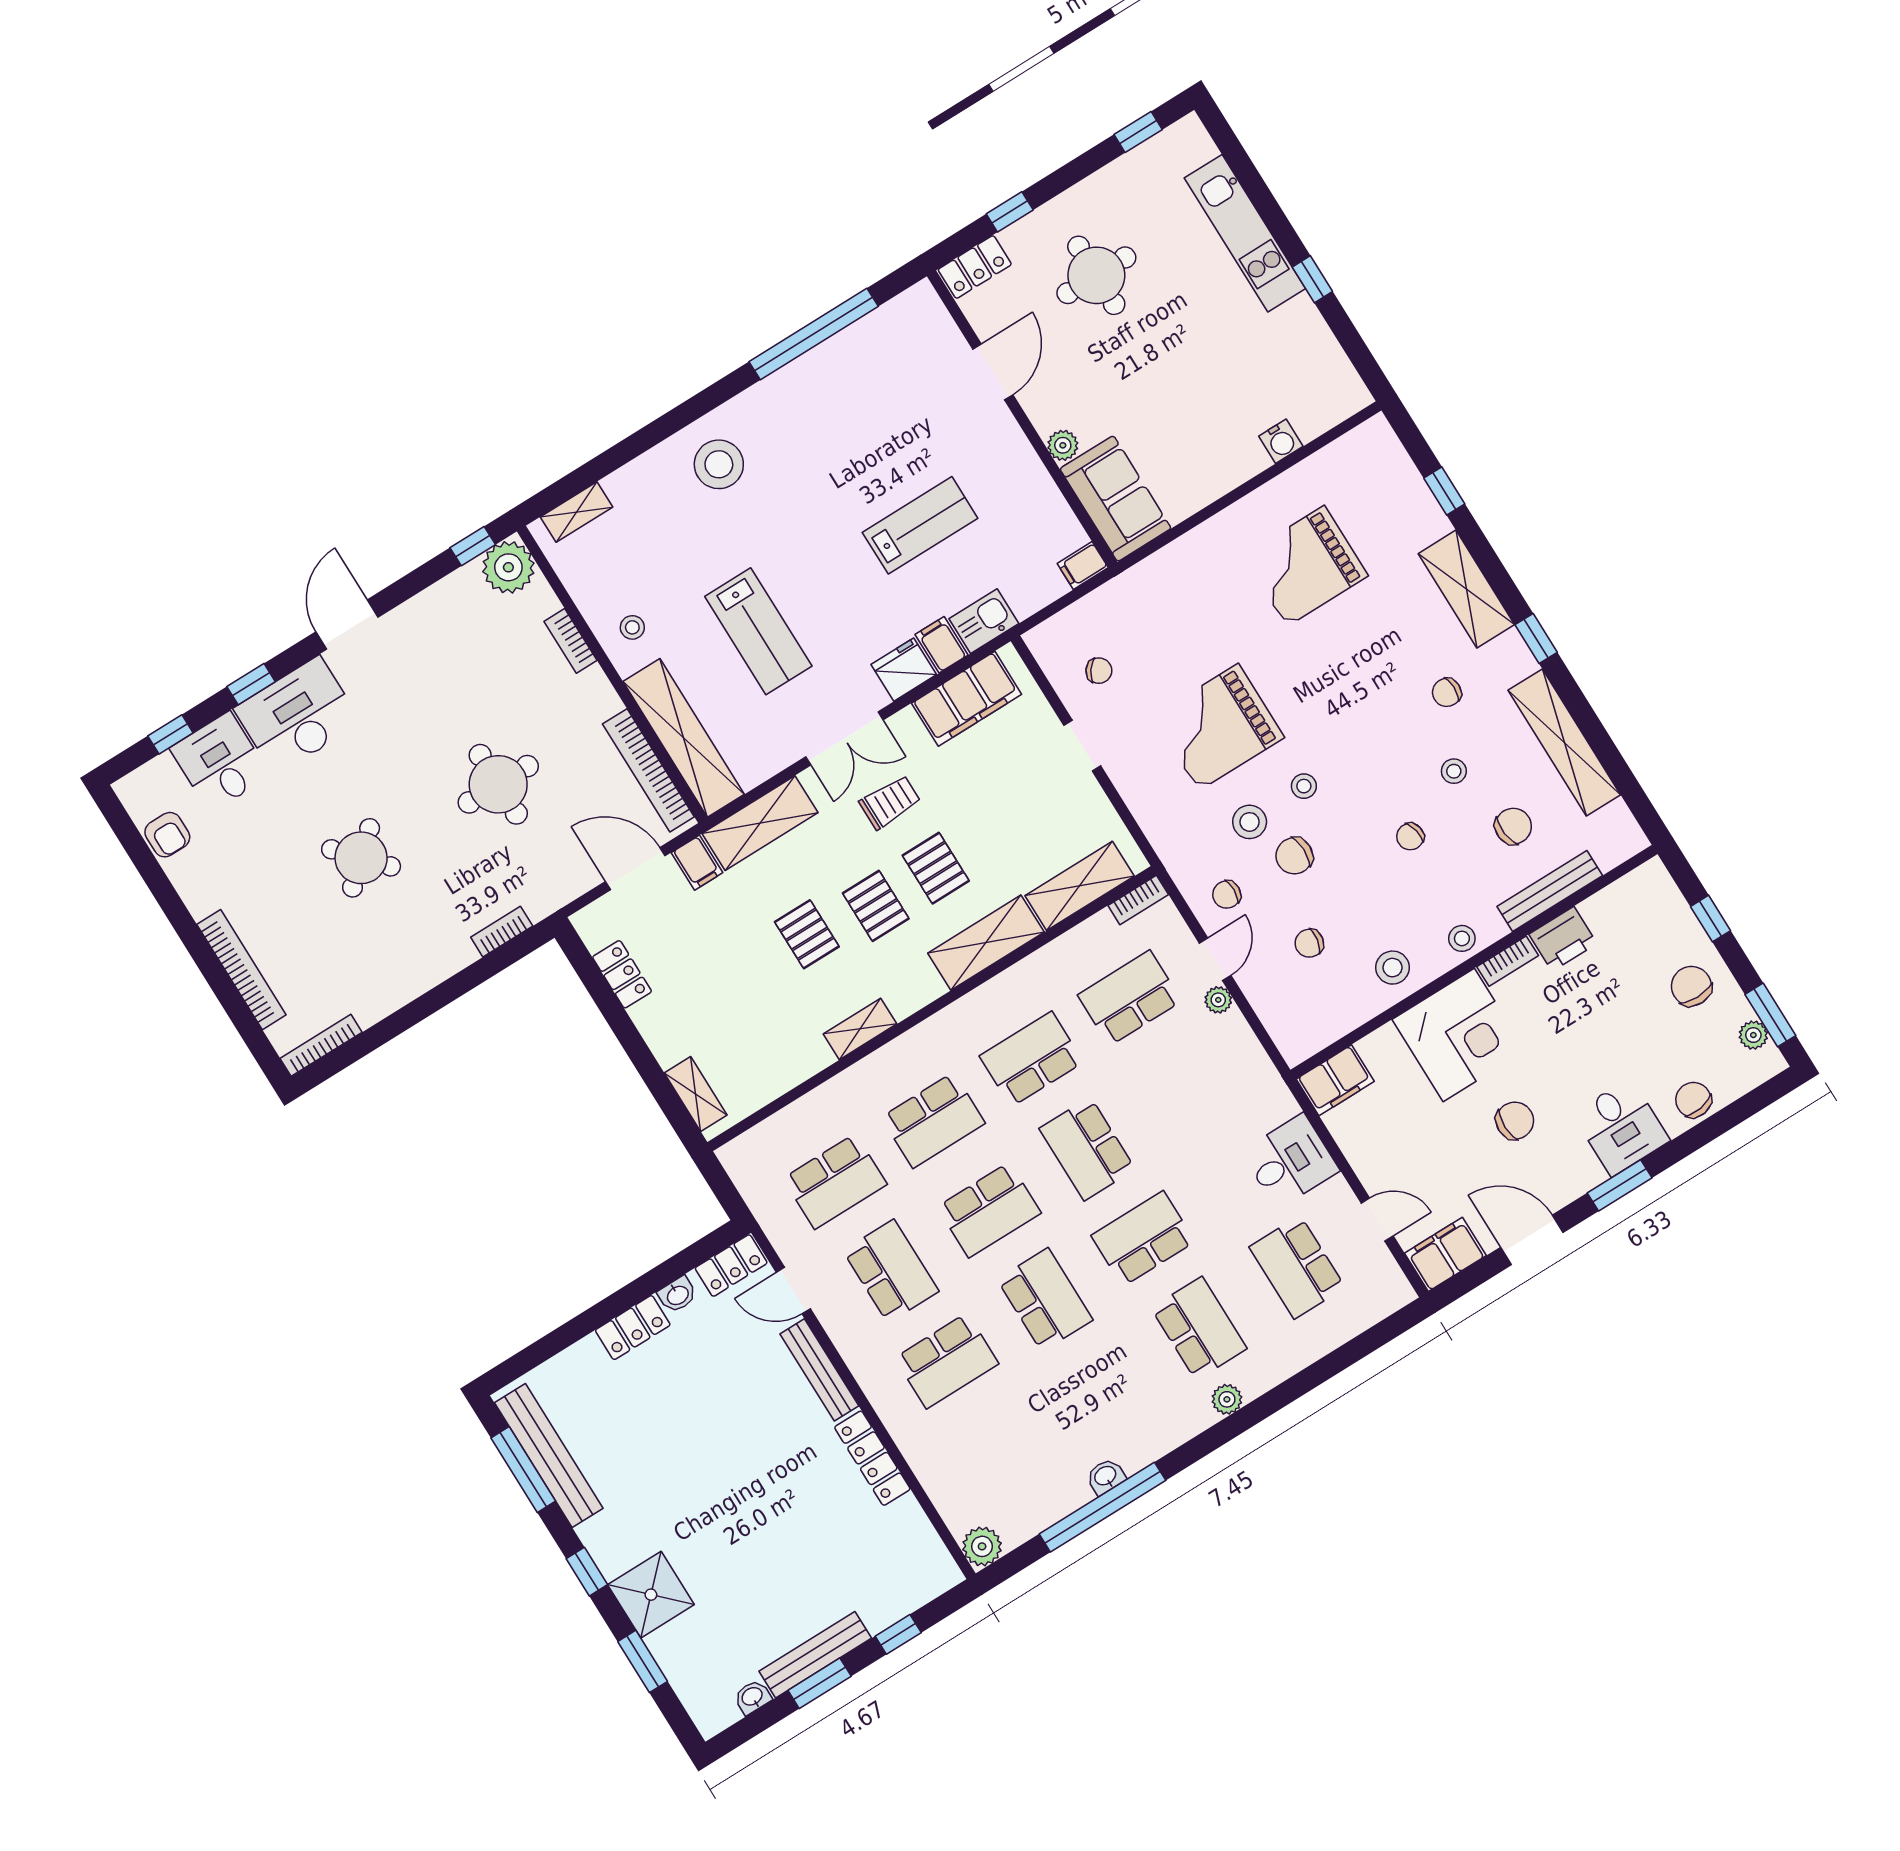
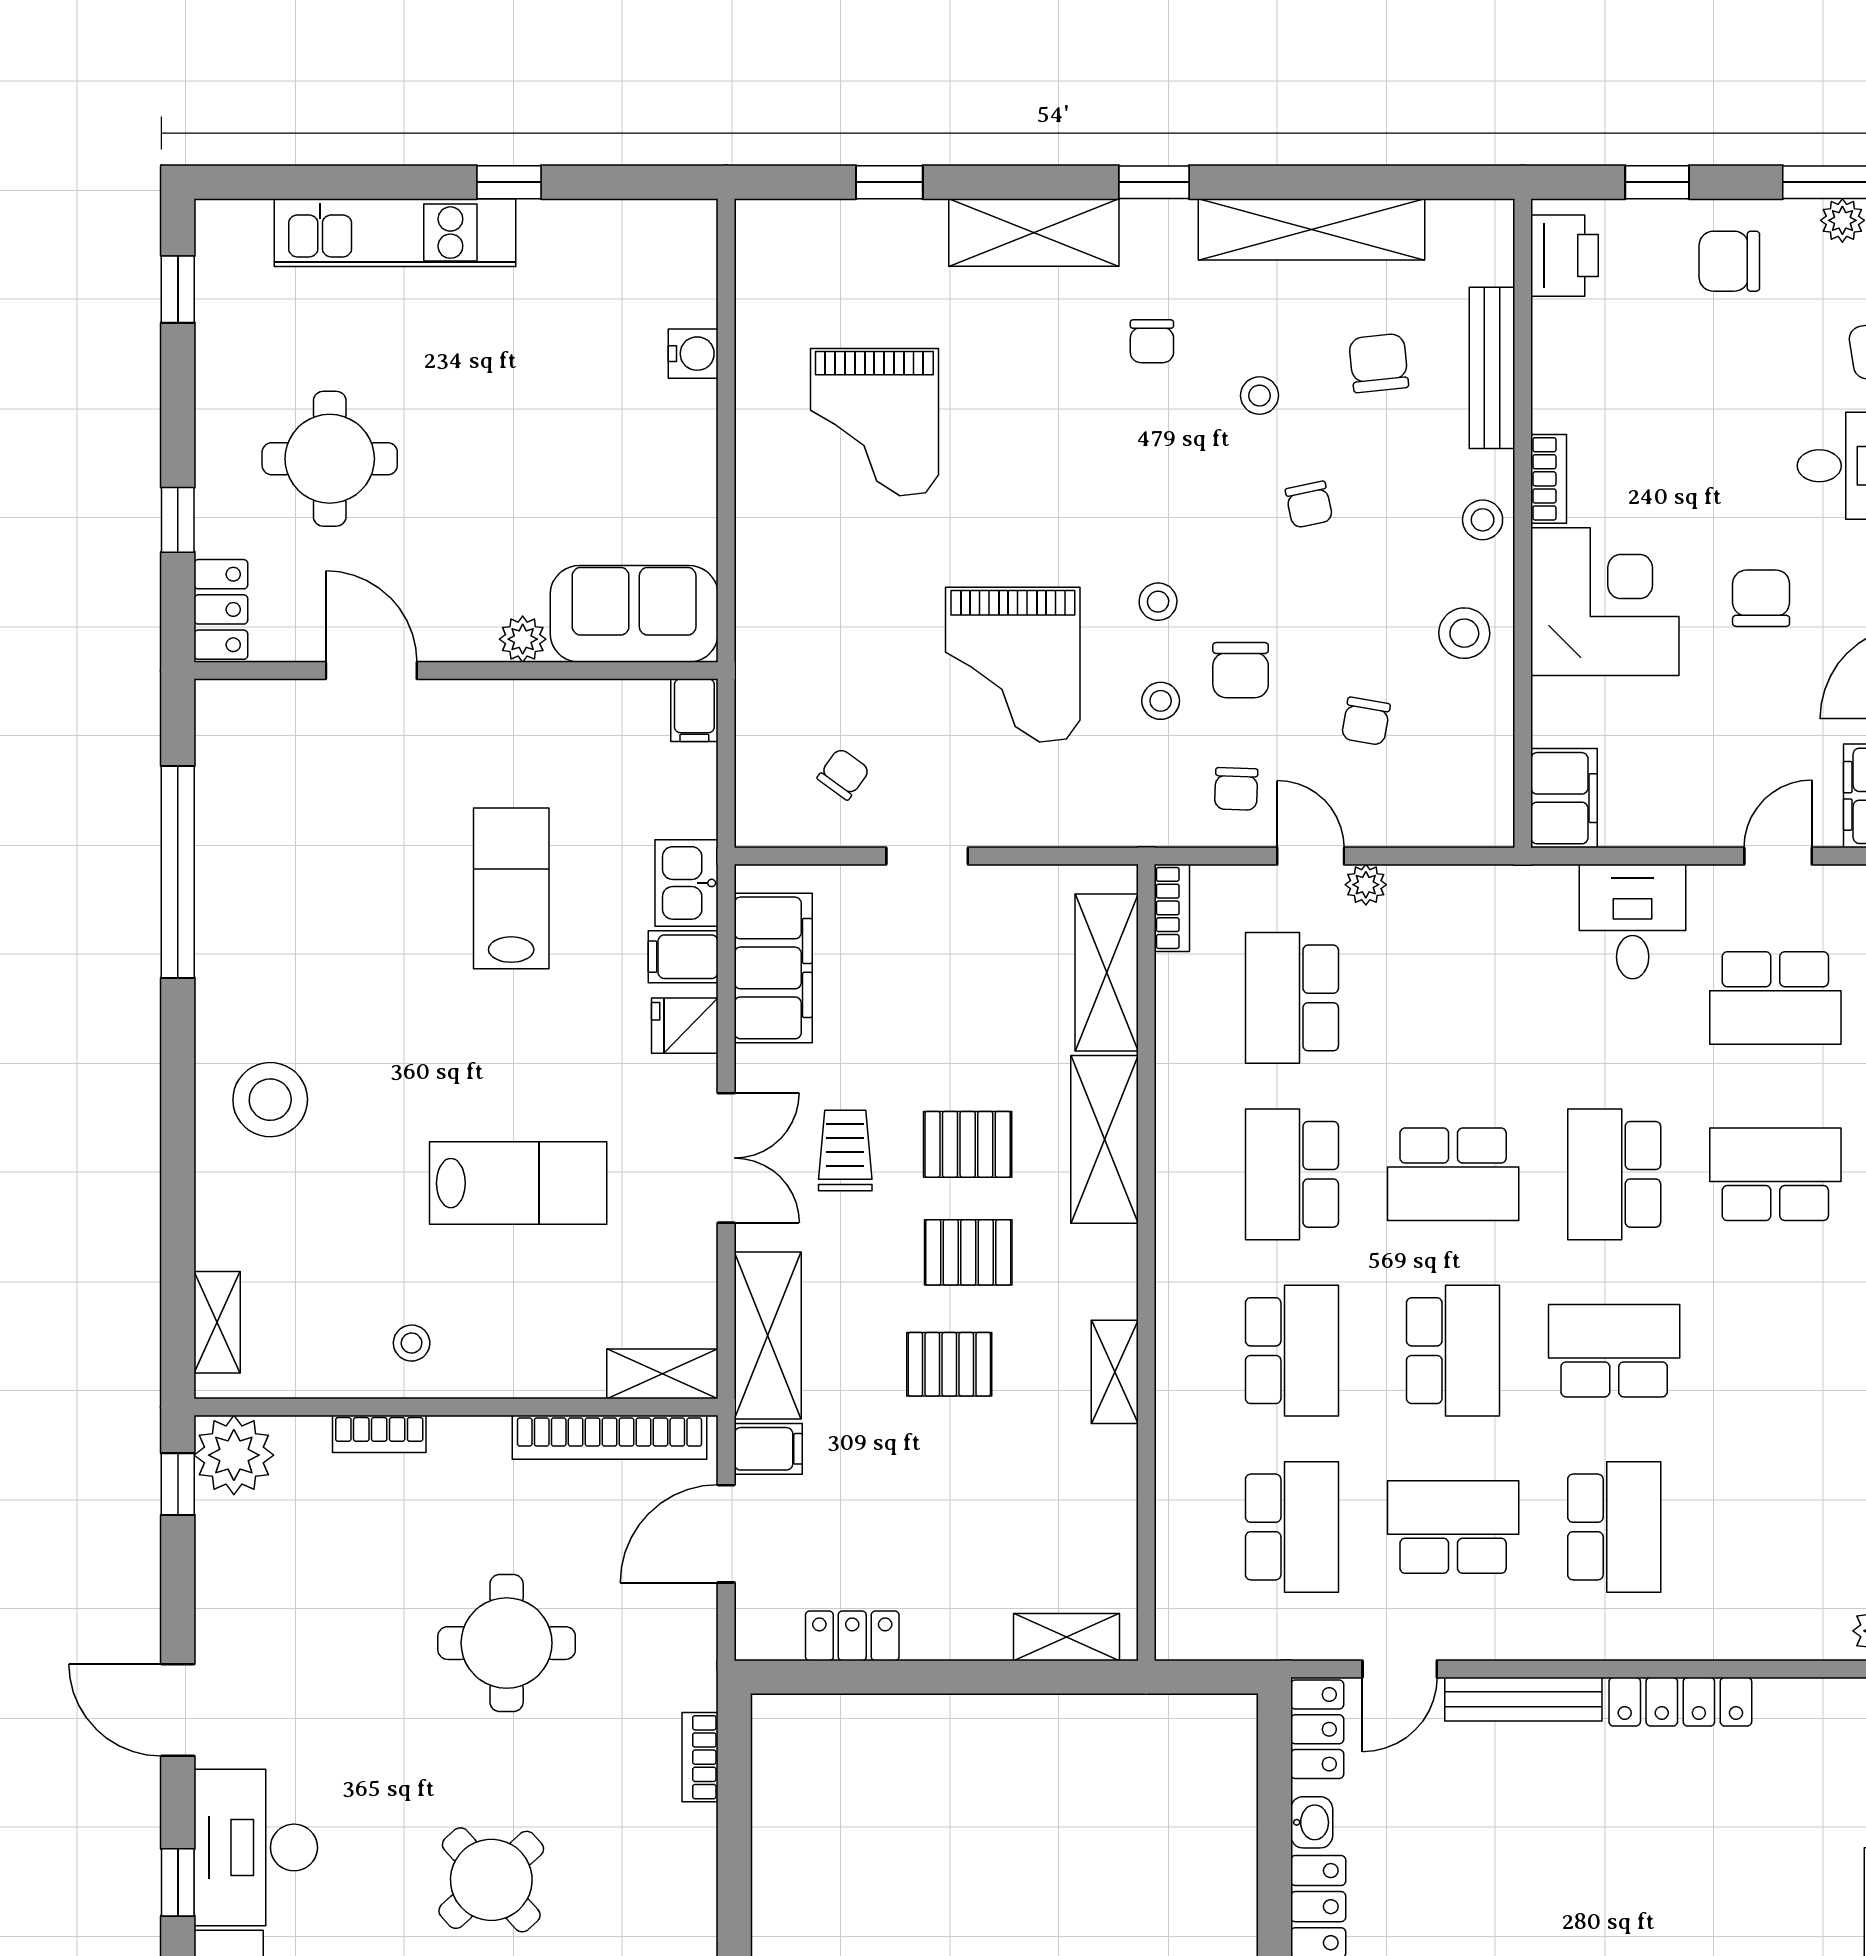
fridge: (904, 670) -> (685, 1026), width x0.72
shelving: (684, 738) -> (662, 1374), width x0.45, depth x0.75
stool: (1250, 822) -> (1161, 701), width x0.73, depth x0.73
printer: (1563, 939) -> (1565, 256), moved

